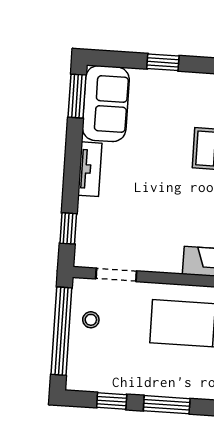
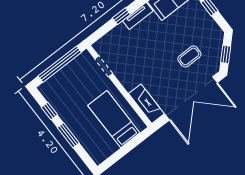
window: (68, 228) -> (121, 16), moved
stool: (91, 320) -> (75, 72), removed

